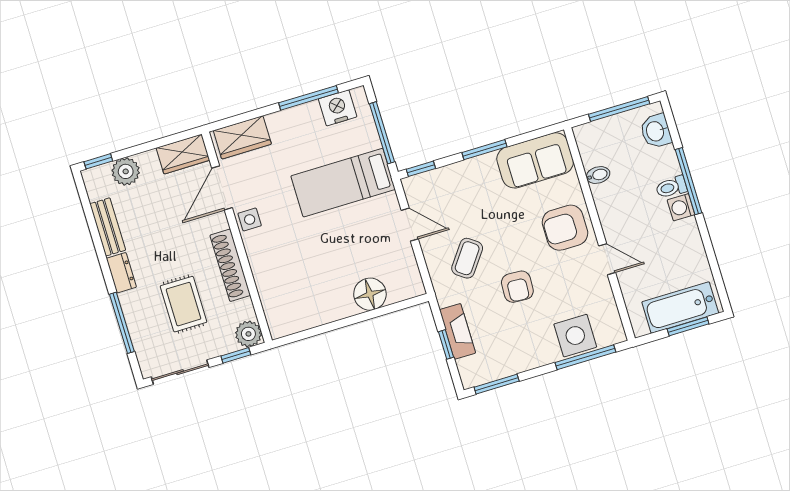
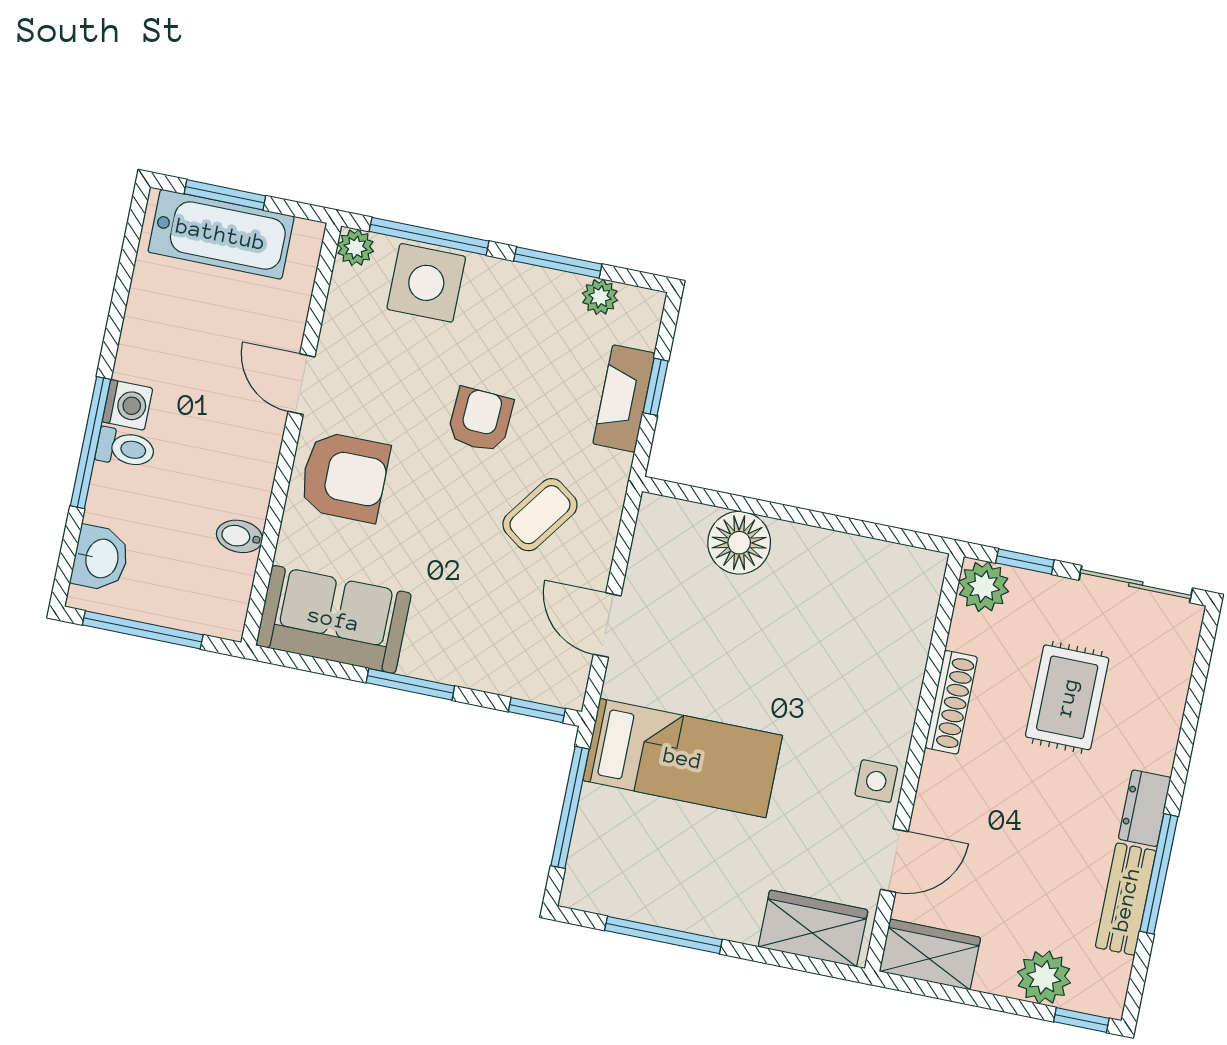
nightstand: (338, 108) -> (623, 891), removed
door: (222, 188) -> (894, 860), width x0.73
shoe rack: (230, 265) -> (951, 702), width x0.74, depth x0.81
window: (122, 323) -> (1159, 874), moved
plant: (616, 334) -> (356, 248), added
plant: (493, 372) -> (600, 297), added
window: (497, 384) -> (558, 262), moved

